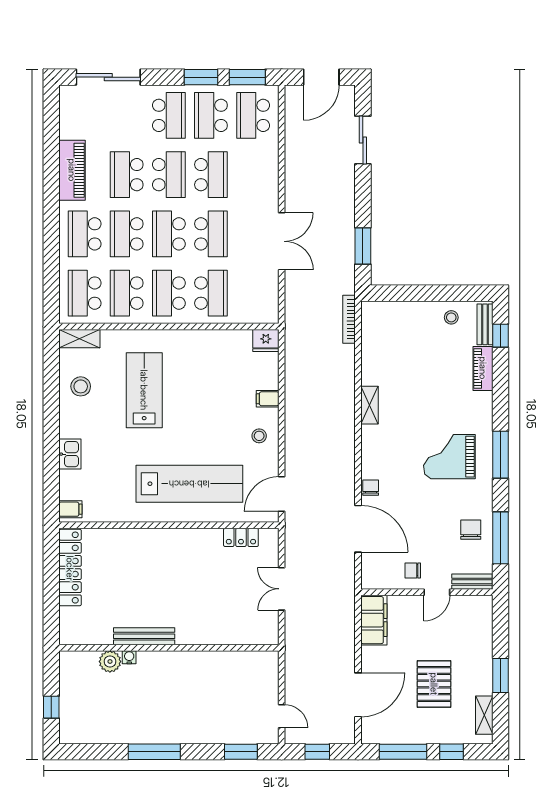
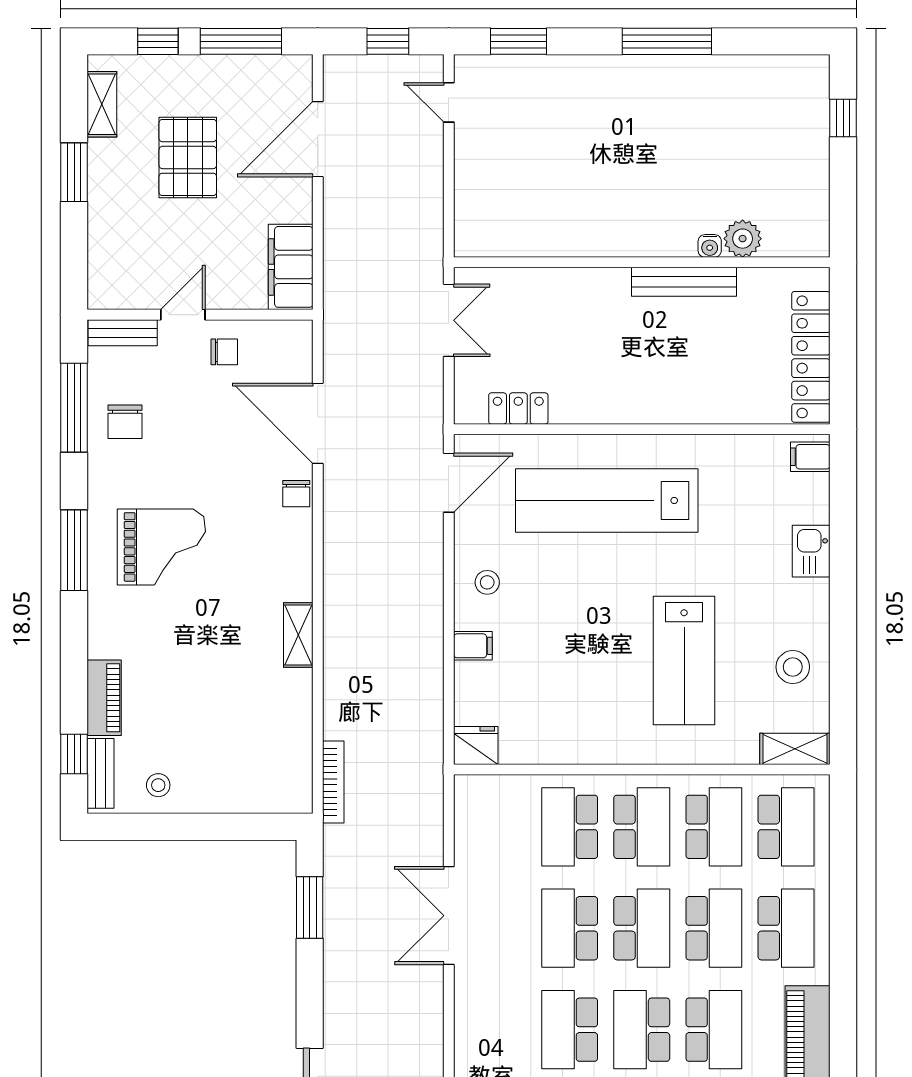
bench: (144, 636) -> (684, 282), moved
wall: (169, 648) -> (642, 262), moved
water cooler: (129, 657) -> (710, 246), moved
plant: (110, 661) -> (743, 239), moved

